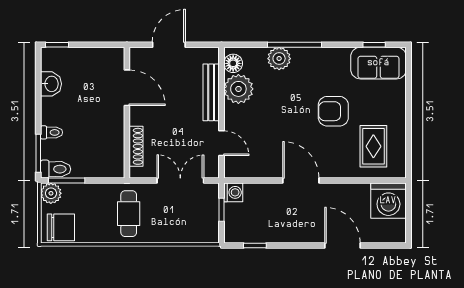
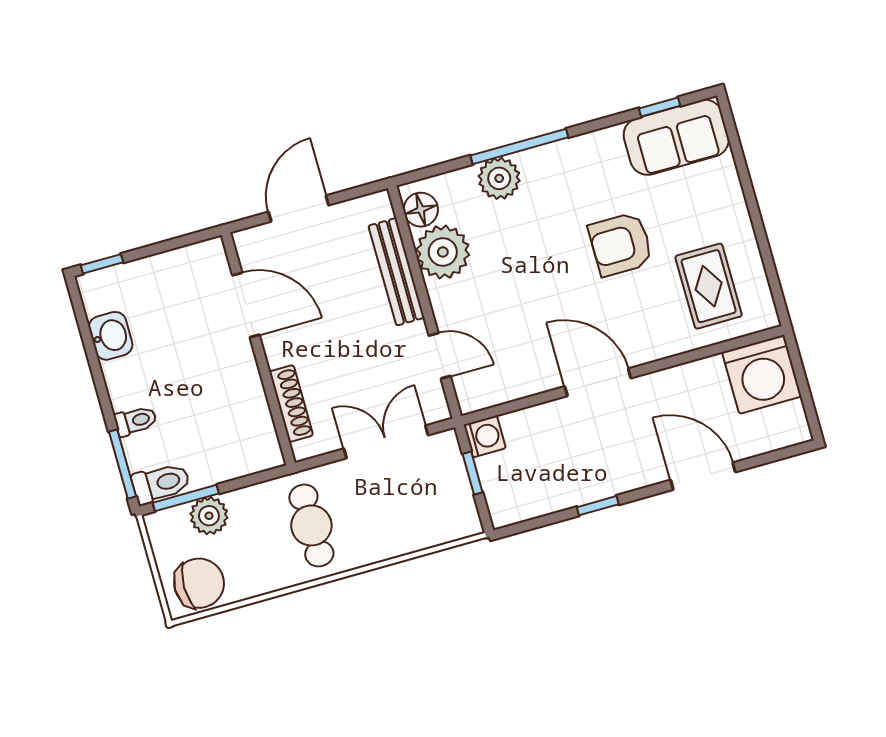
plant: (51, 193) -> (209, 516), moved
window: (255, 246) -> (598, 506), moved

